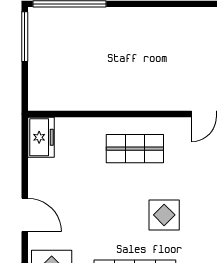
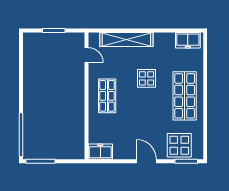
door: (25, 215) -> (146, 161), hinge flipped

